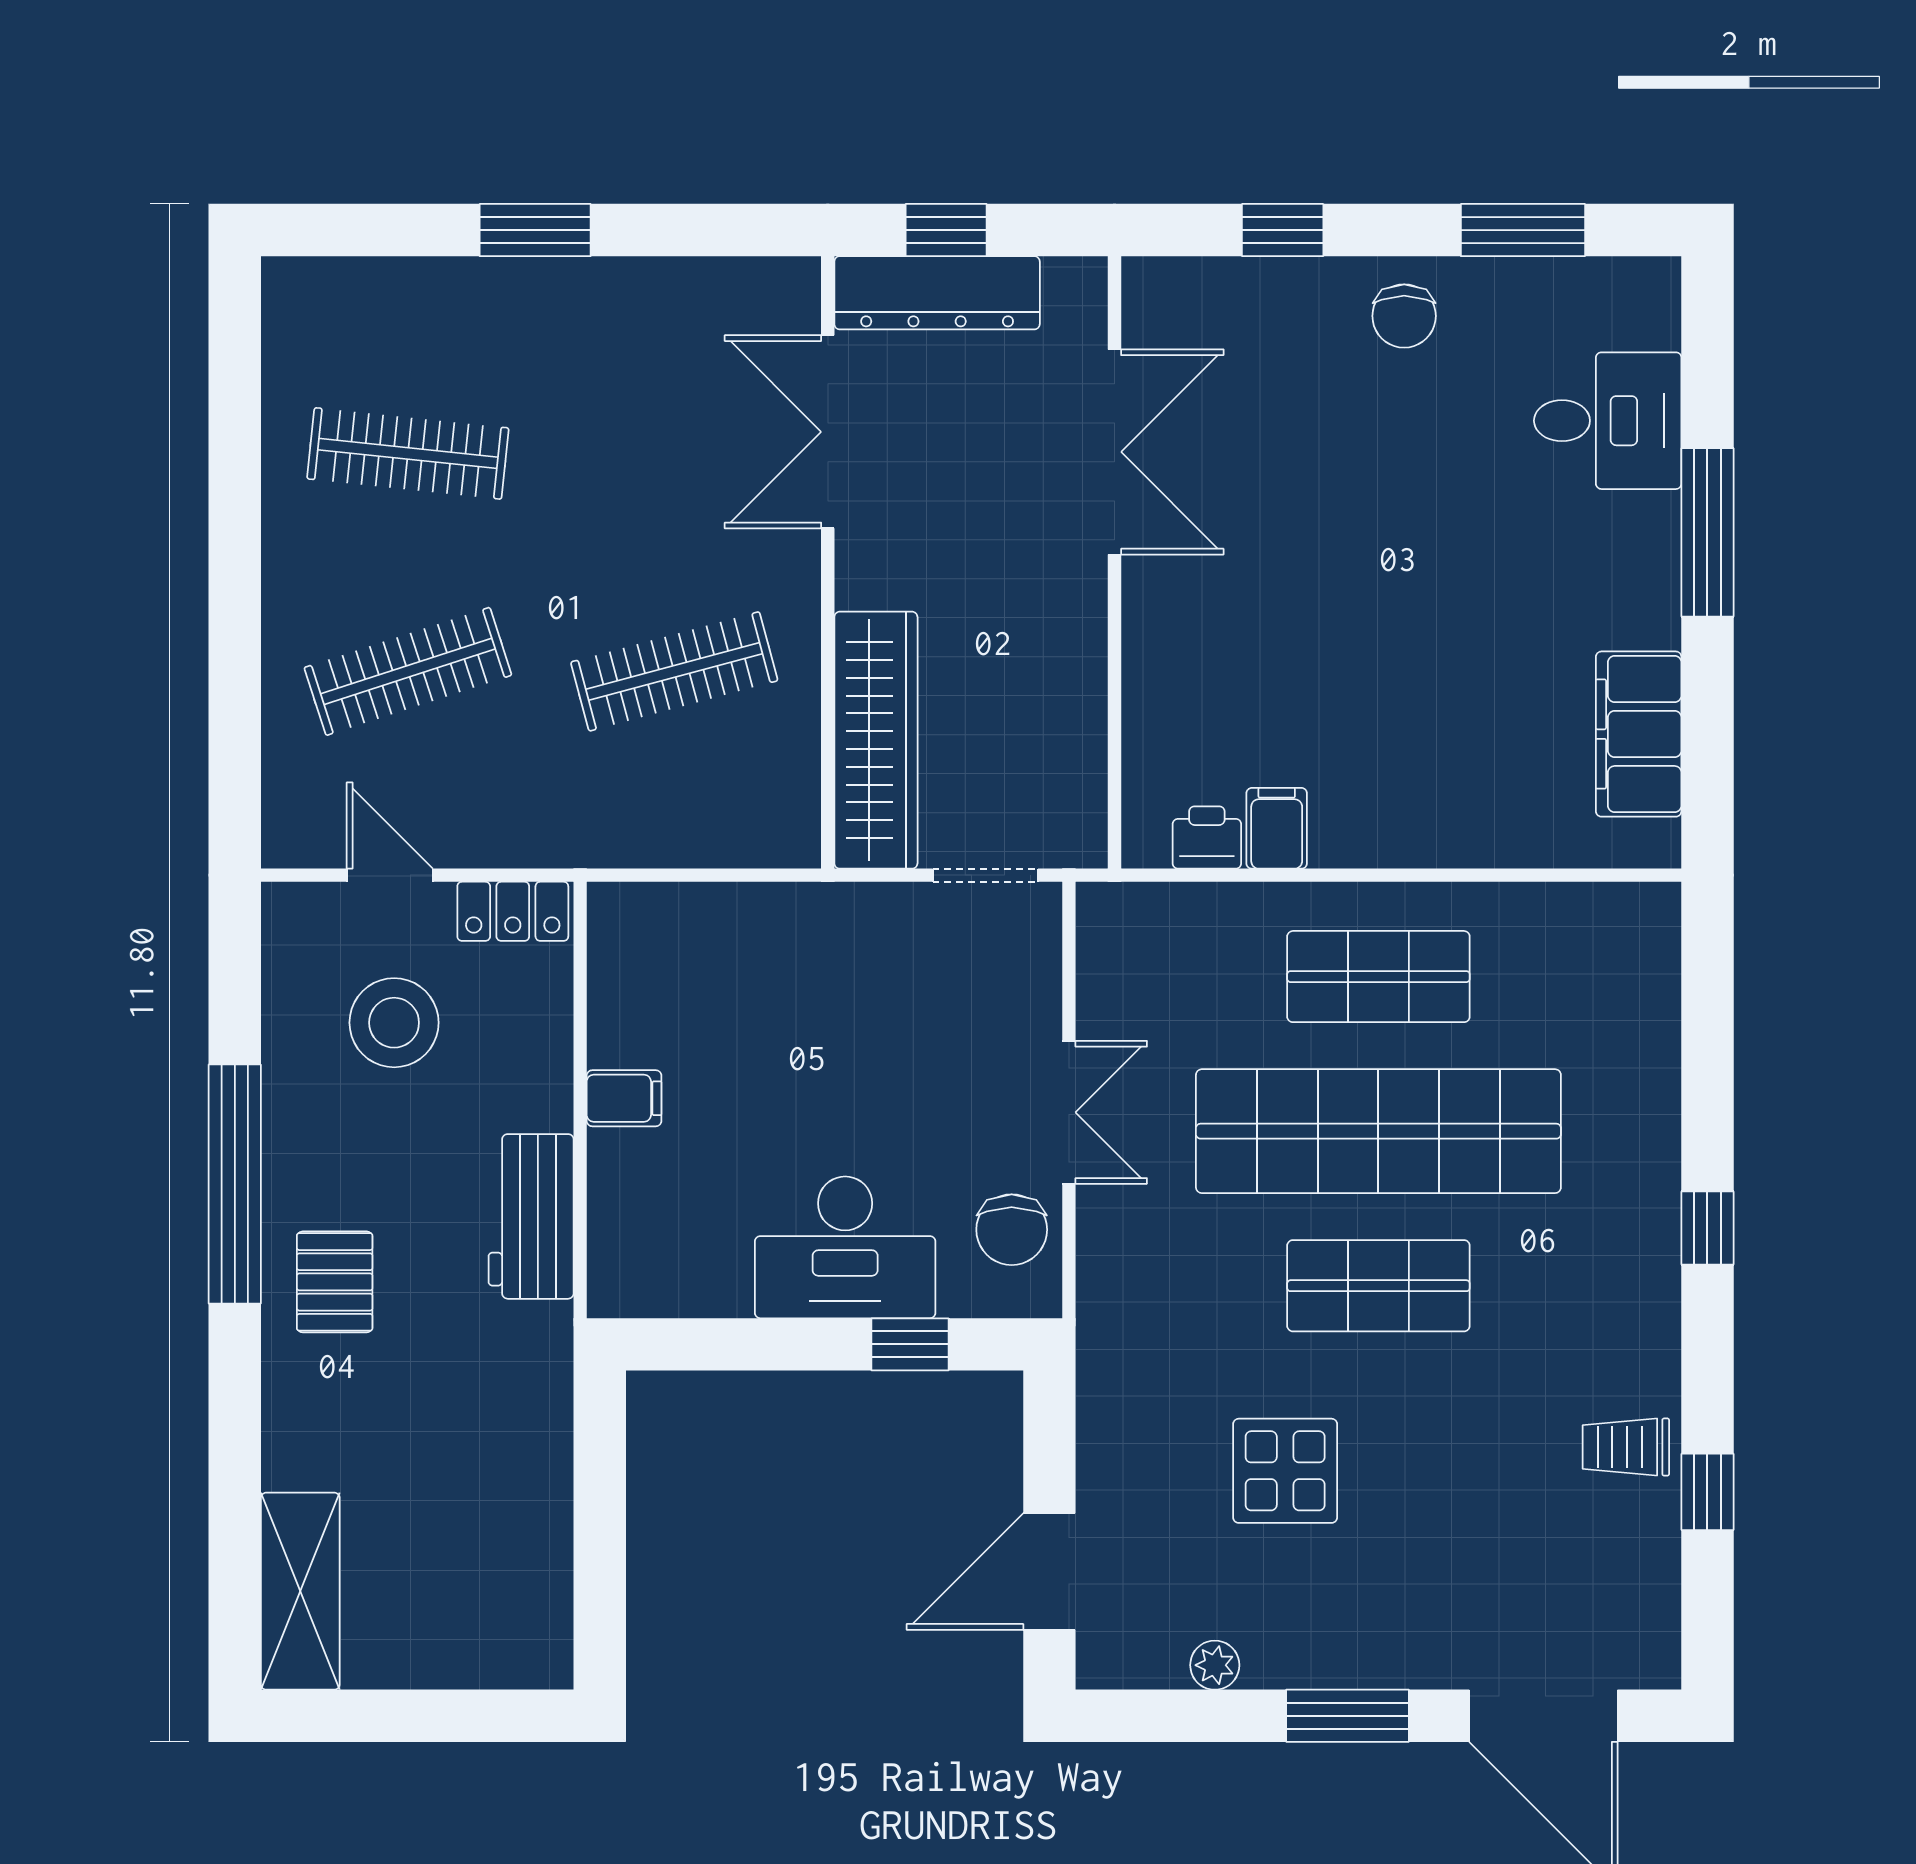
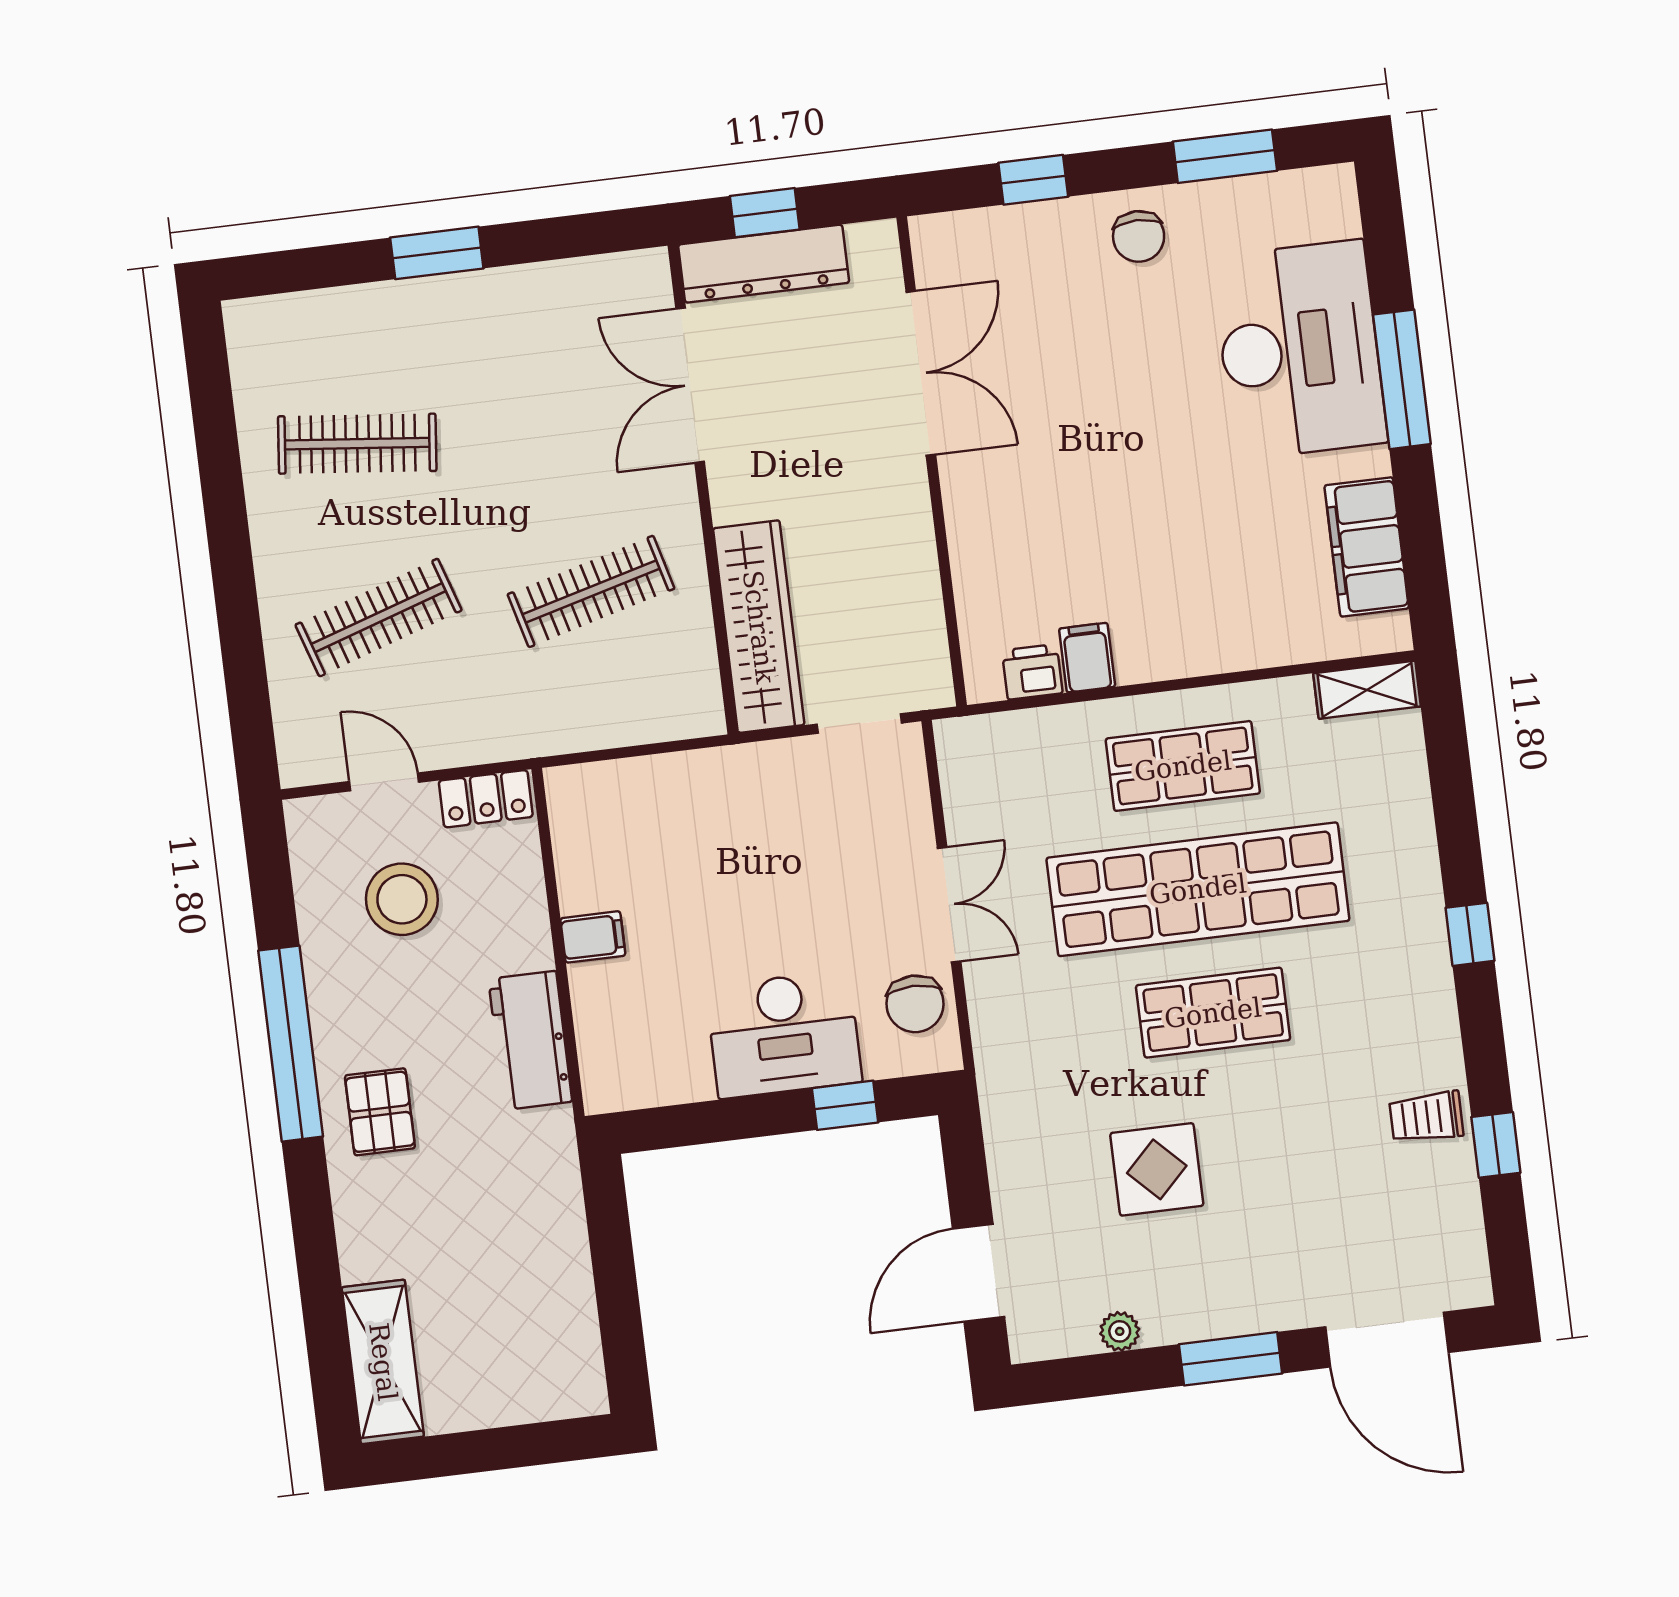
desk: (1608, 421) -> (1299, 350), width x1.87, depth x1.30
shelving: (1617, 910) -> (1367, 690), added

